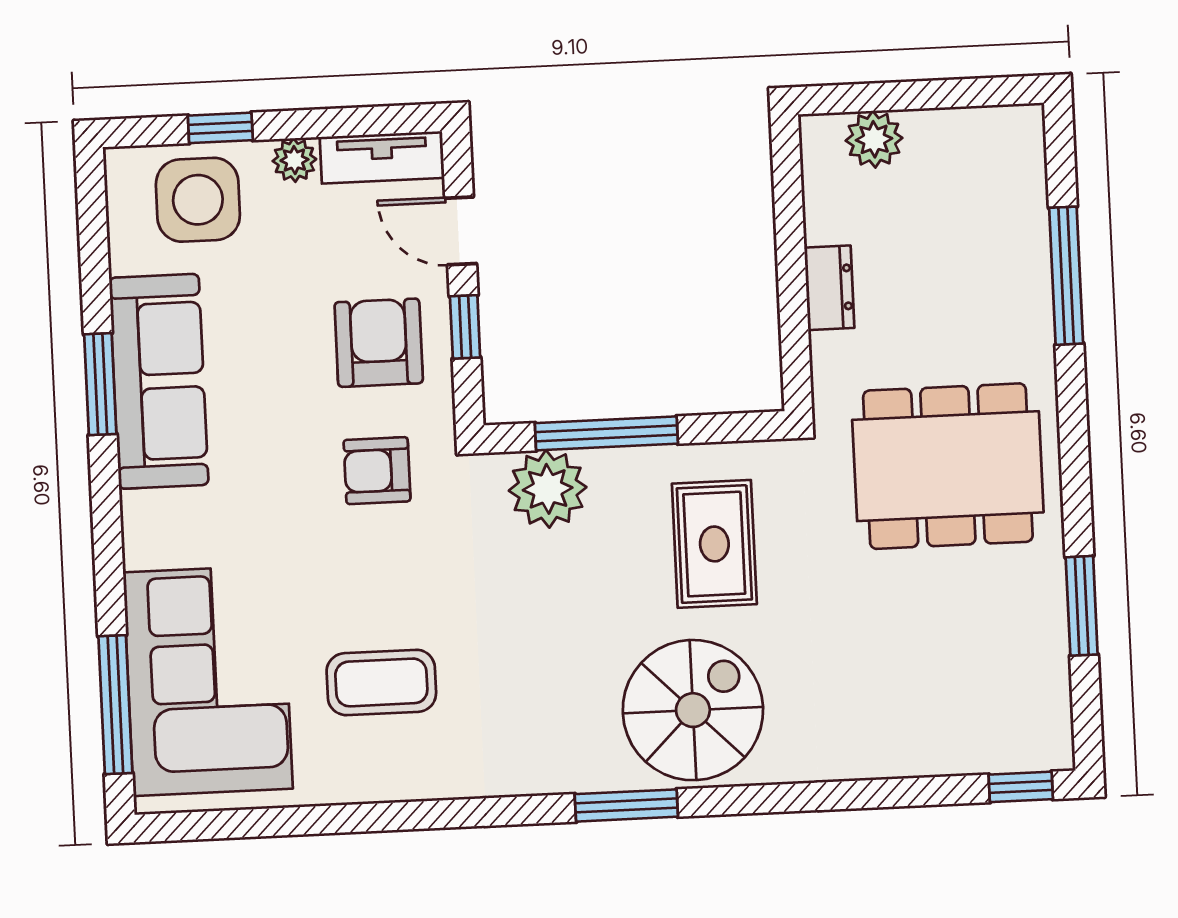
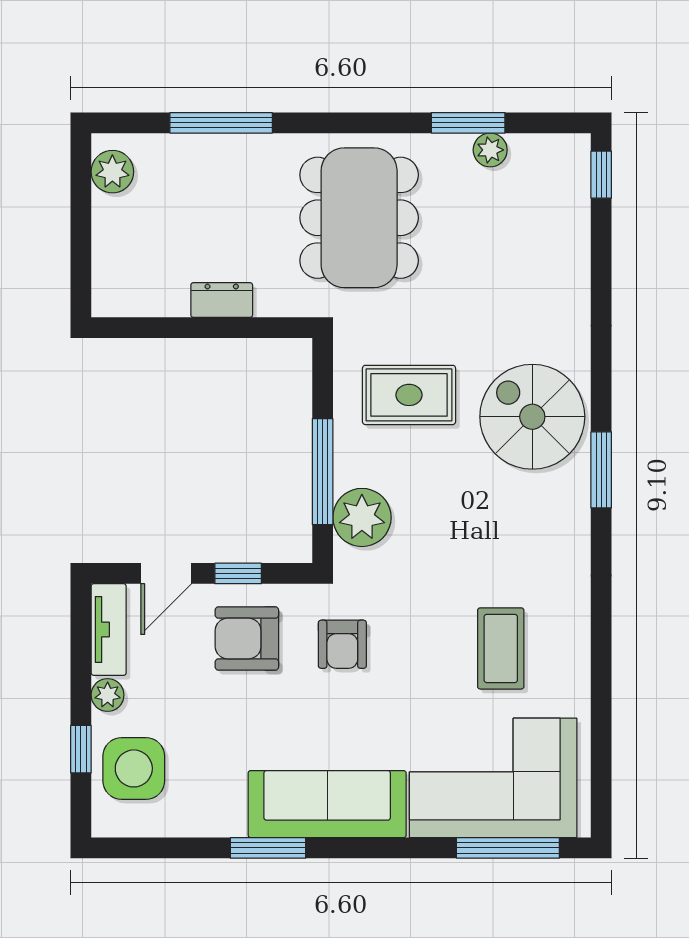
plant: (874, 139) -> (112, 172), moved
sofa: (159, 381) -> (327, 804), moved
plant: (1047, 637) -> (490, 150), added

